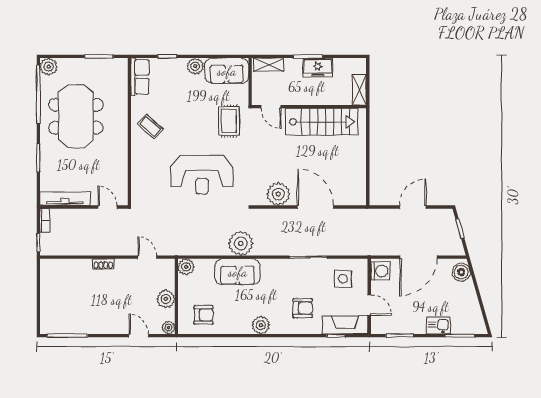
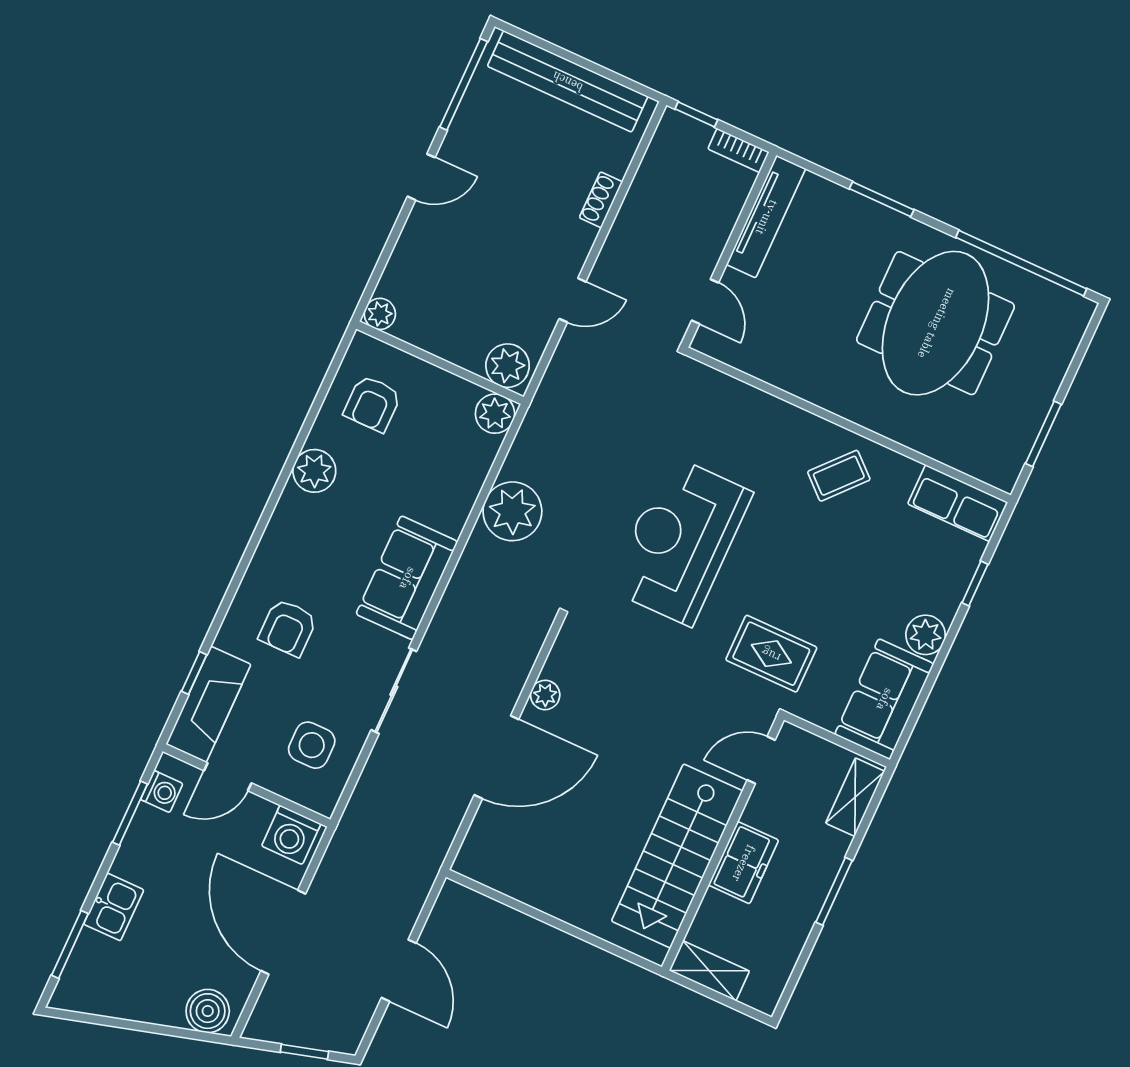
plant: (49, 67) -> (1072, 313), removed
freezer: (318, 67) -> (743, 863), moved, turned 180
meeting table: (76, 116) -> (936, 323), turned 90
plant: (278, 194) -> (545, 695), width x0.53, depth x0.53
door: (107, 207) -> (705, 301), hinge flipped
plant: (241, 243) -> (512, 511), moved
door: (147, 257) -> (573, 300), moved
shoe rack: (103, 264) -> (601, 200), moved
sofa: (238, 272) -> (407, 578), moved
bench: (48, 297) -> (568, 81), added
plant: (166, 299) -> (508, 366), moved
plant: (261, 325) -> (314, 471), moved
washing machine: (386, 327) -> (162, 791), added
door: (139, 336) -> (421, 177), moved

